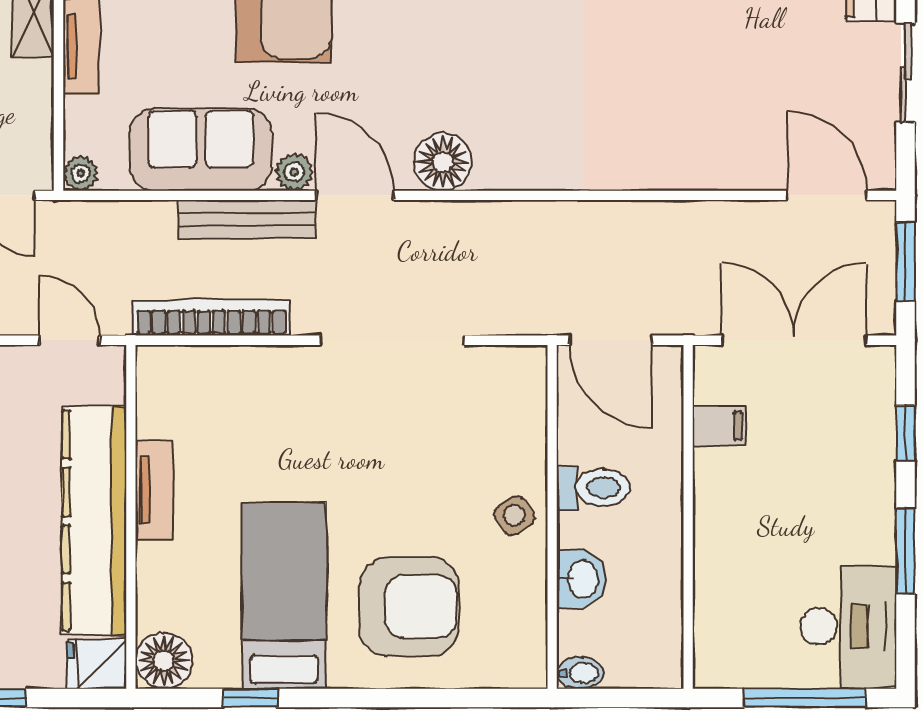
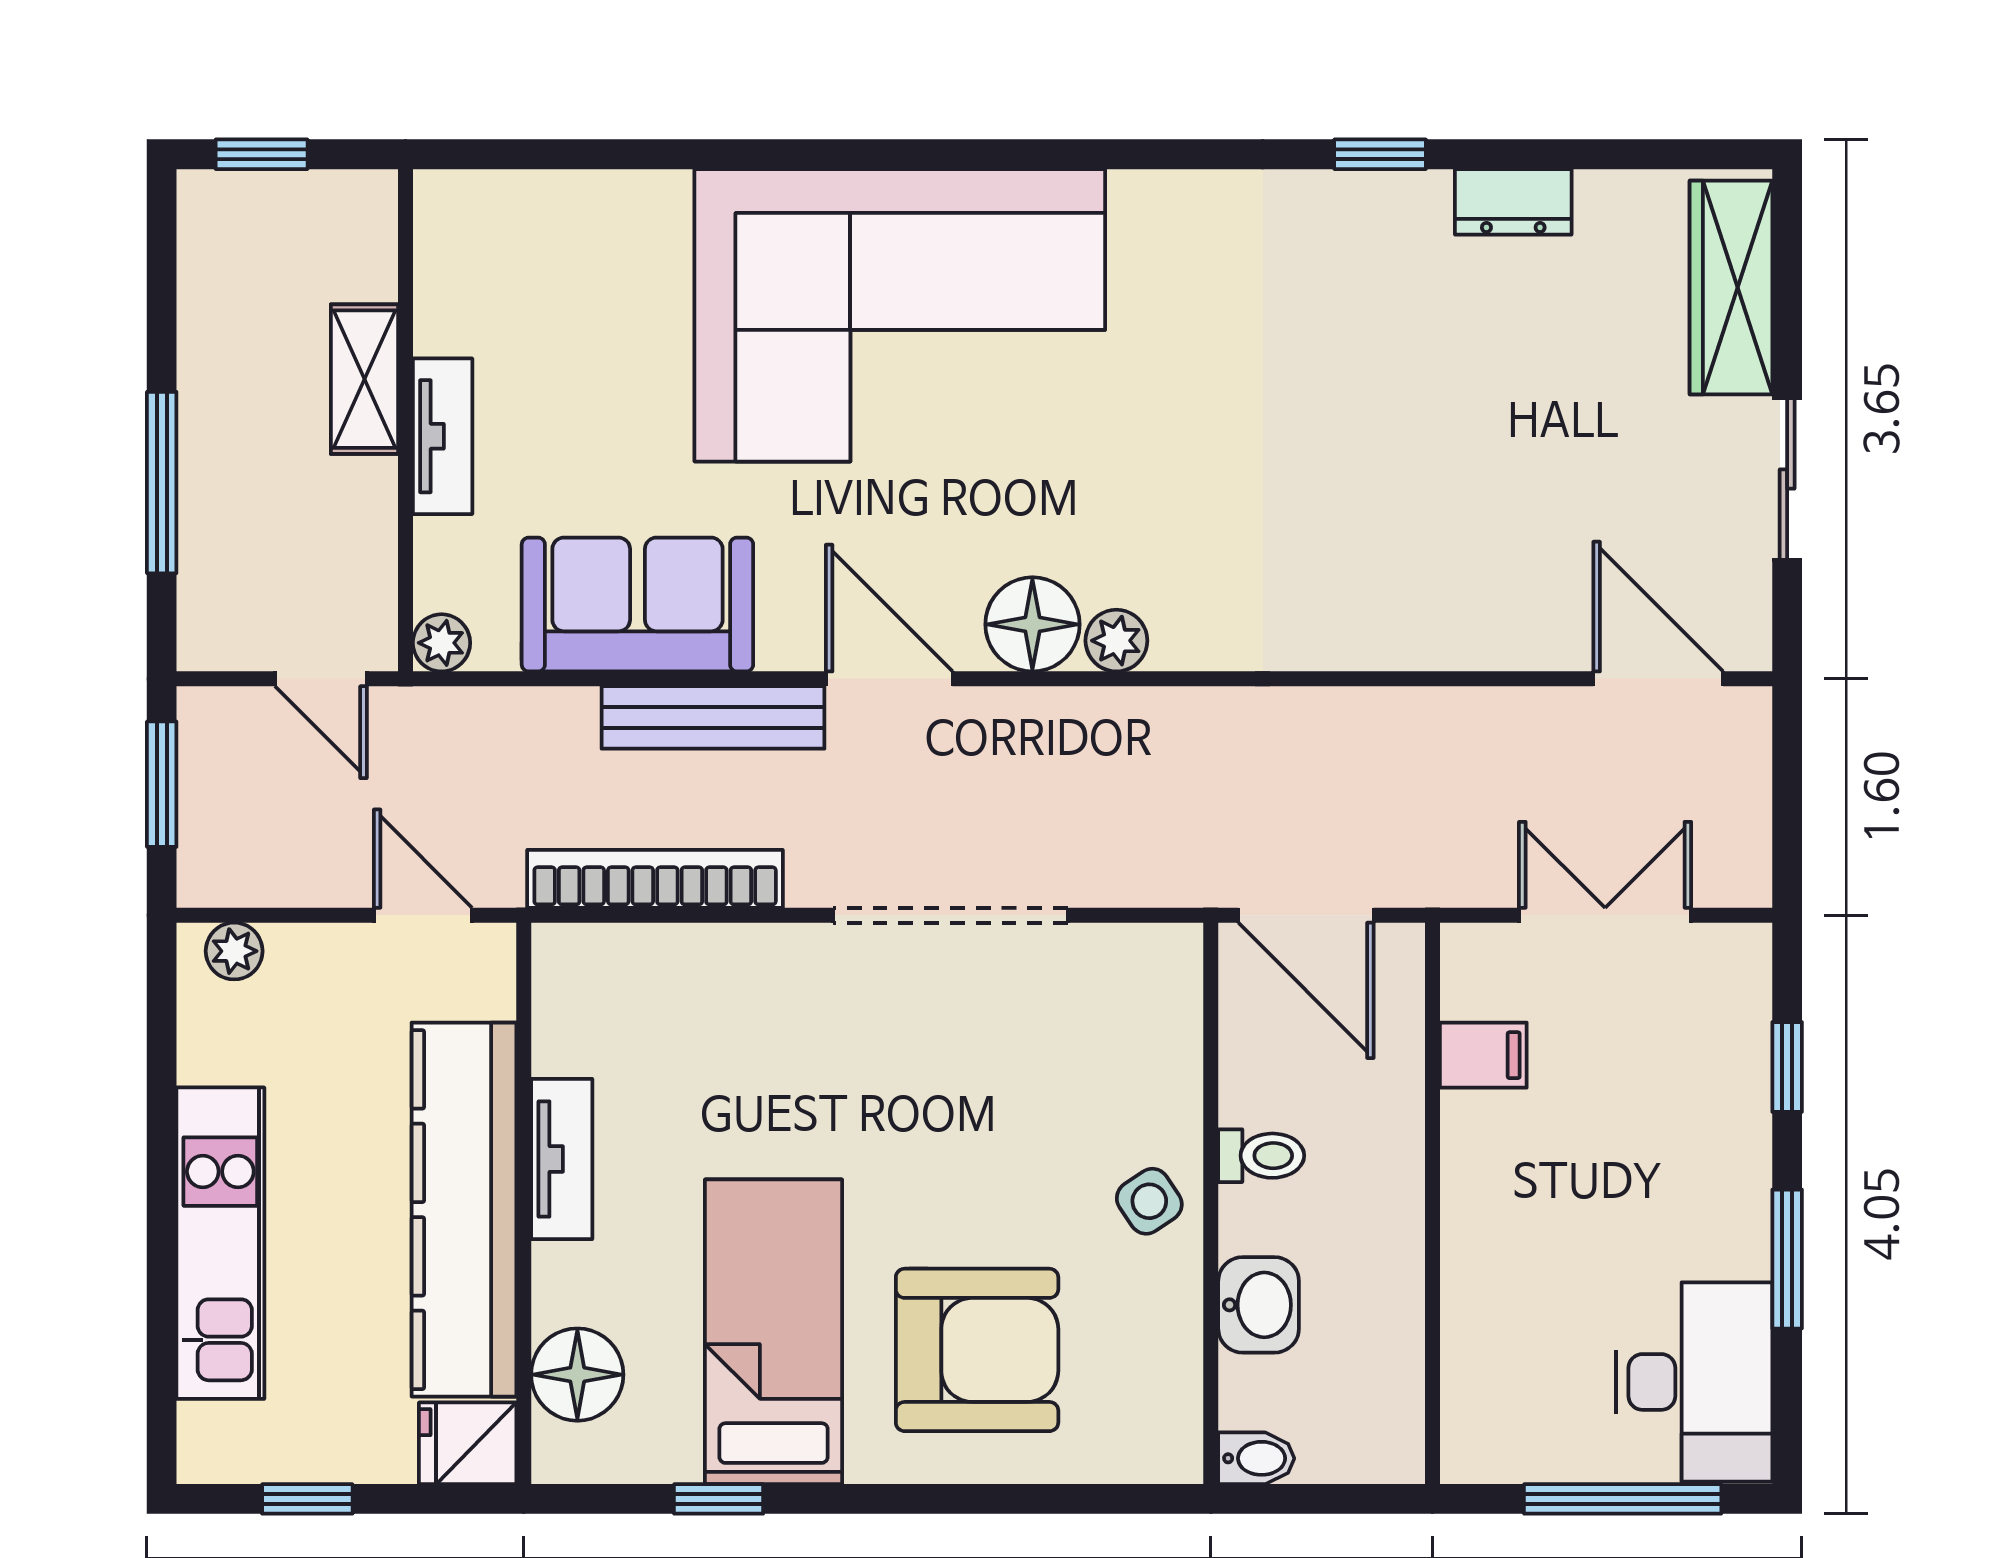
plant: (294, 172) -> (1116, 641), moved
window: (905, 262) -> (1787, 787), removed
double door: (794, 340) -> (1605, 915), width x0.73
toilet: (593, 488) -> (1261, 1156), width x0.73, depth x0.72
floor lamp: (164, 661) -> (577, 1375), moved

